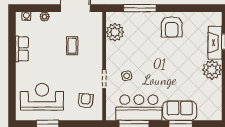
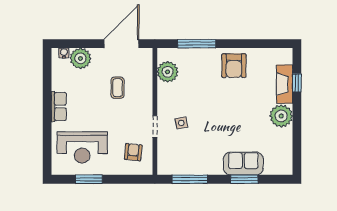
plant: (45, 17) -> (80, 58), width x1.88, depth x1.88
row of seats: (22, 49) -> (59, 106), moved
reception desk: (42, 97) -> (82, 147), turned 180
bar counter: (139, 108) -> (196, 160), removed

